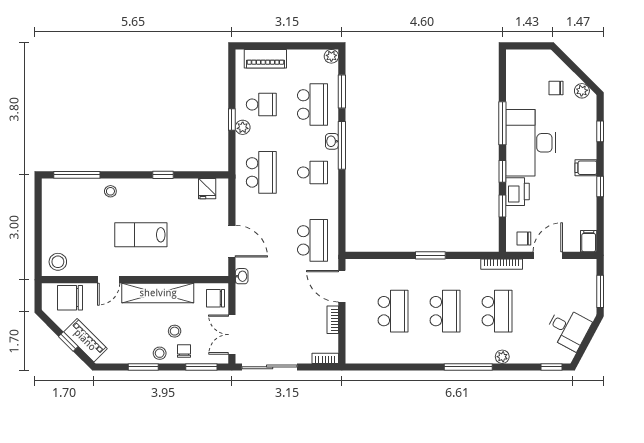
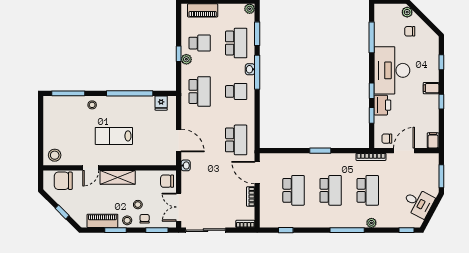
plant: (582, 91) -> (407, 12), moved
window: (502, 123) -> (372, 37), moved
window: (163, 175) -> (130, 93), width x3.17
shelving: (158, 293) -> (118, 177), width x0.68
piano: (85, 340) -> (102, 221), moved, turned -45
window: (382, 367) -> (286, 230), added

